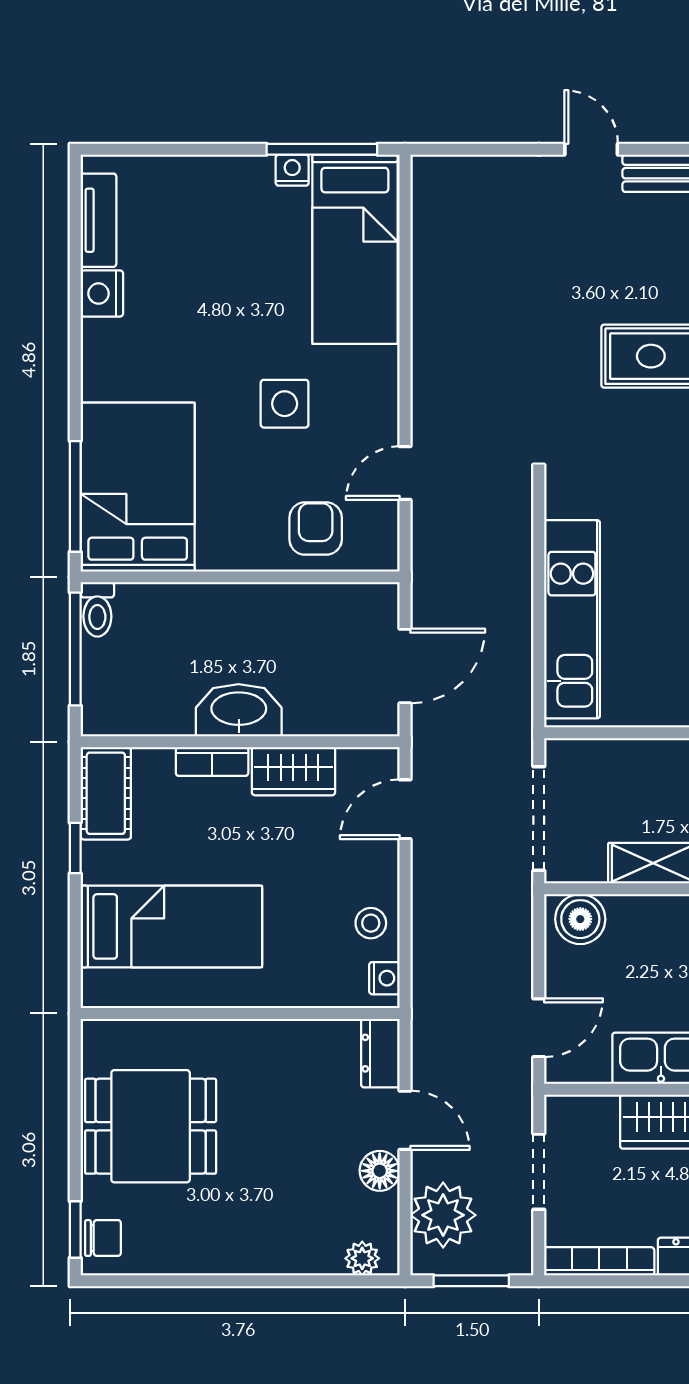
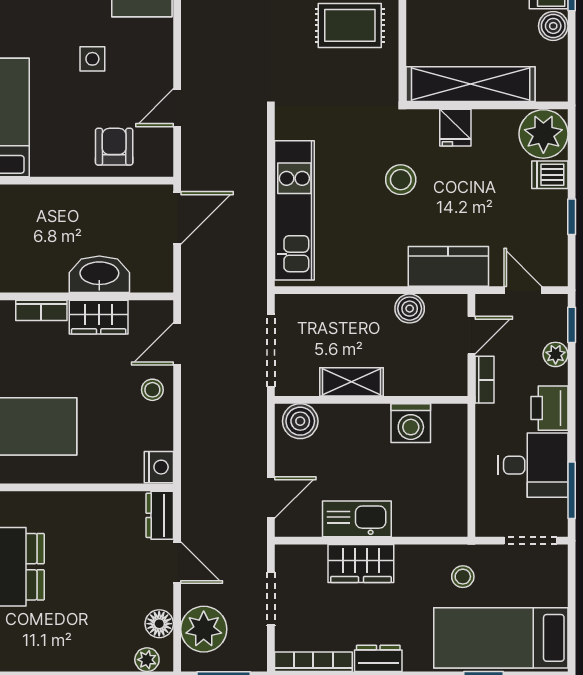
side table: (285, 404) -> (92, 59), width x0.73, depth x0.73
door: (405, 666) -> (177, 218), moved
washbasin: (239, 710) -> (99, 274), moved
stool: (371, 923) -> (152, 390), moved
nightstand: (384, 978) -> (159, 467), width x1.39, depth x1.35
floor lamp: (380, 1171) -> (159, 624), moved

